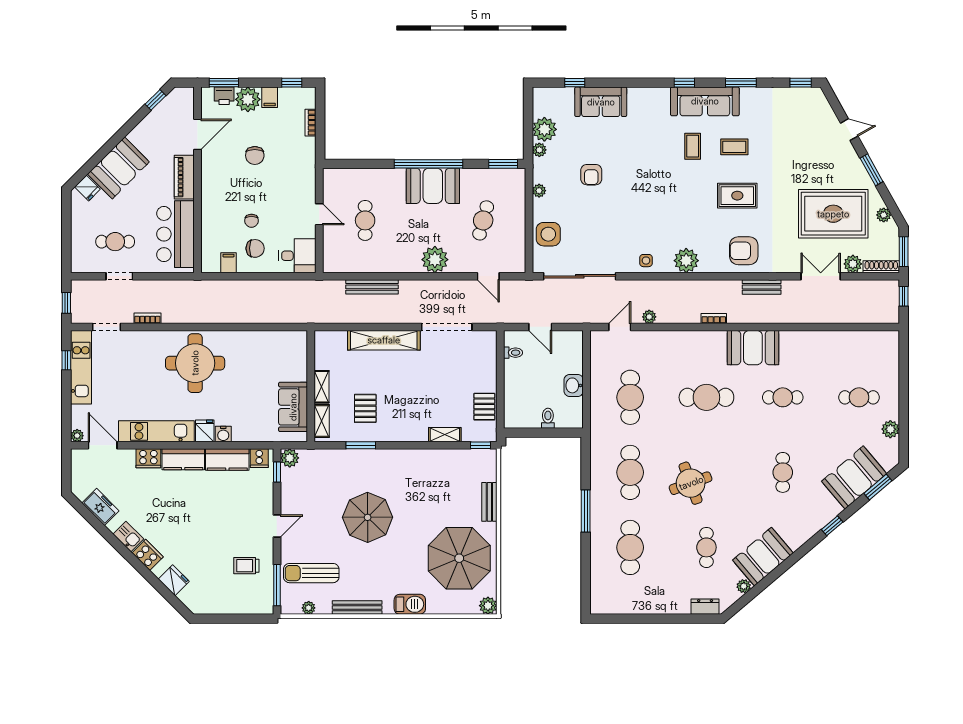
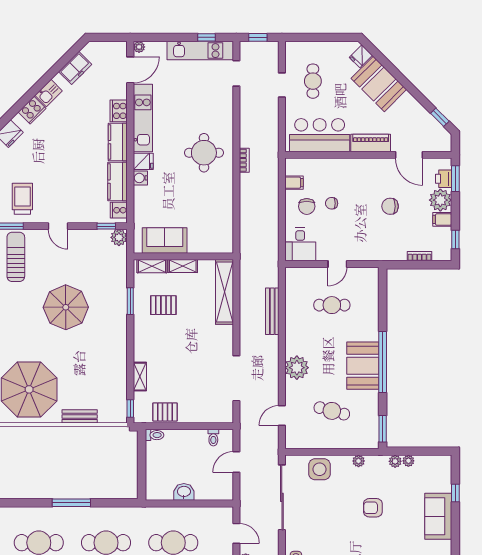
plant: (544, 129) -> (408, 461), width x0.53, depth x0.53
bookcase: (147, 318) -> (244, 160), moved
shelving: (384, 340) -> (224, 292), moved
round table: (195, 363) -> (204, 153), width x0.73, depth x0.73
toilet: (548, 418) -> (155, 435), moved
trolley: (246, 566) -> (22, 199), width x1.36, depth x1.39

